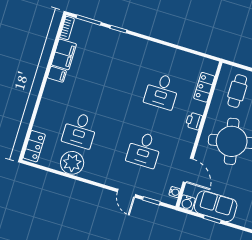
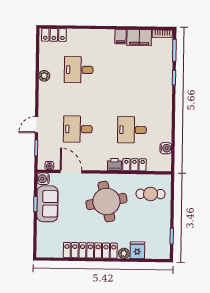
water cooler: (192, 60) -> (166, 148), added
locker: (204, 87) -> (134, 165), moved
plant: (72, 163) -> (44, 76), width x0.53, depth x0.53
door: (188, 170) -> (71, 172), swing flipped

